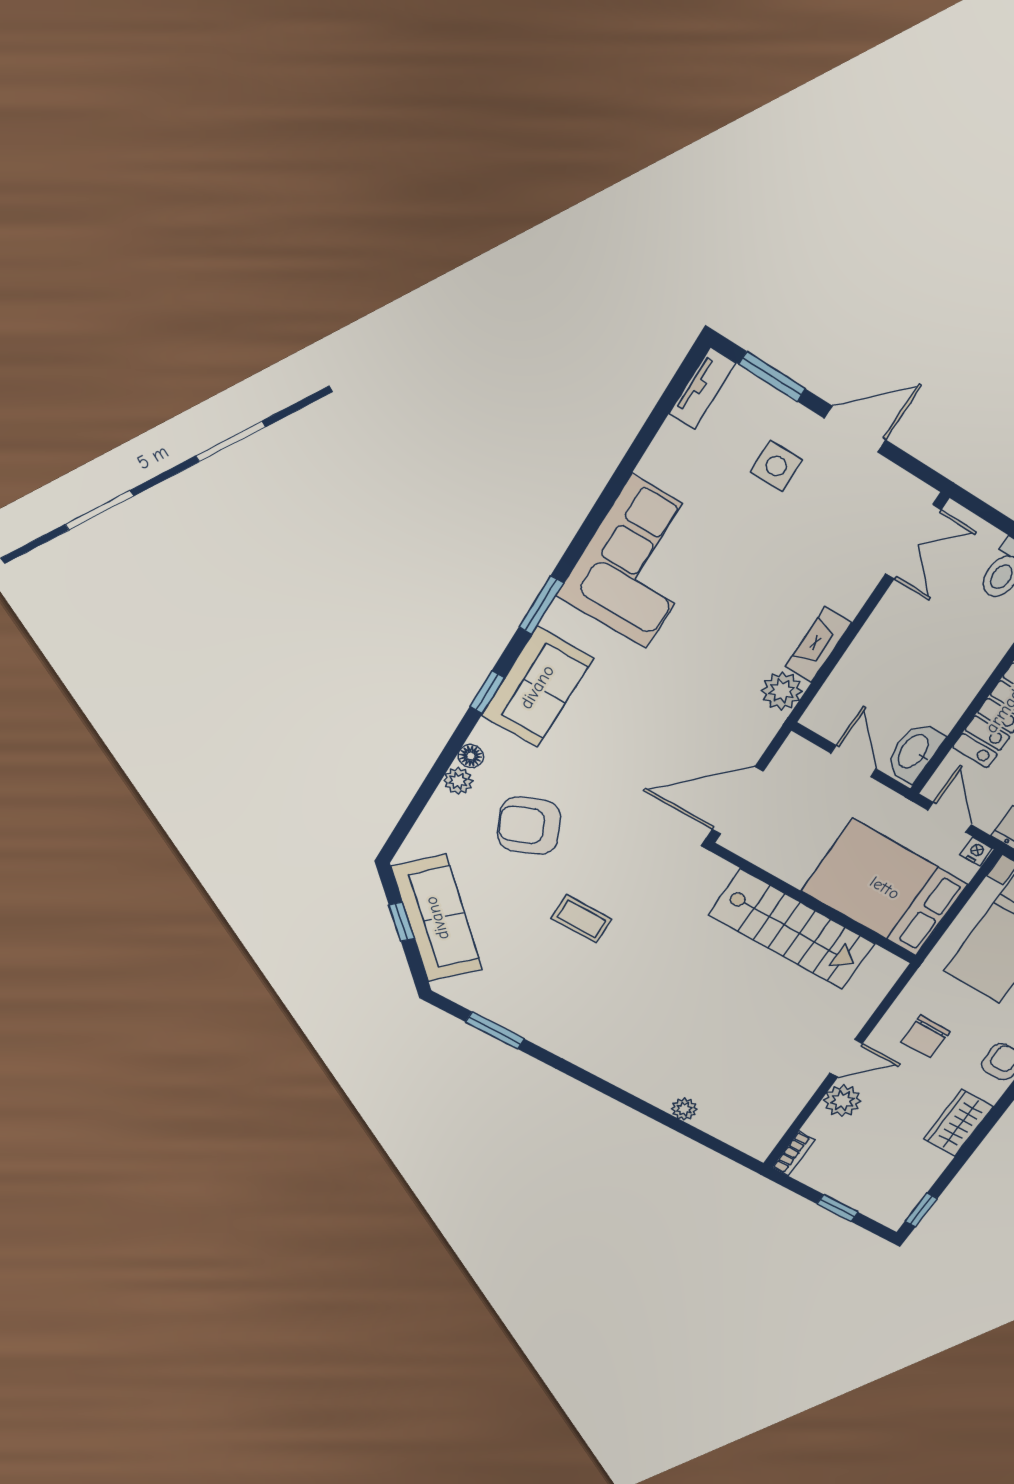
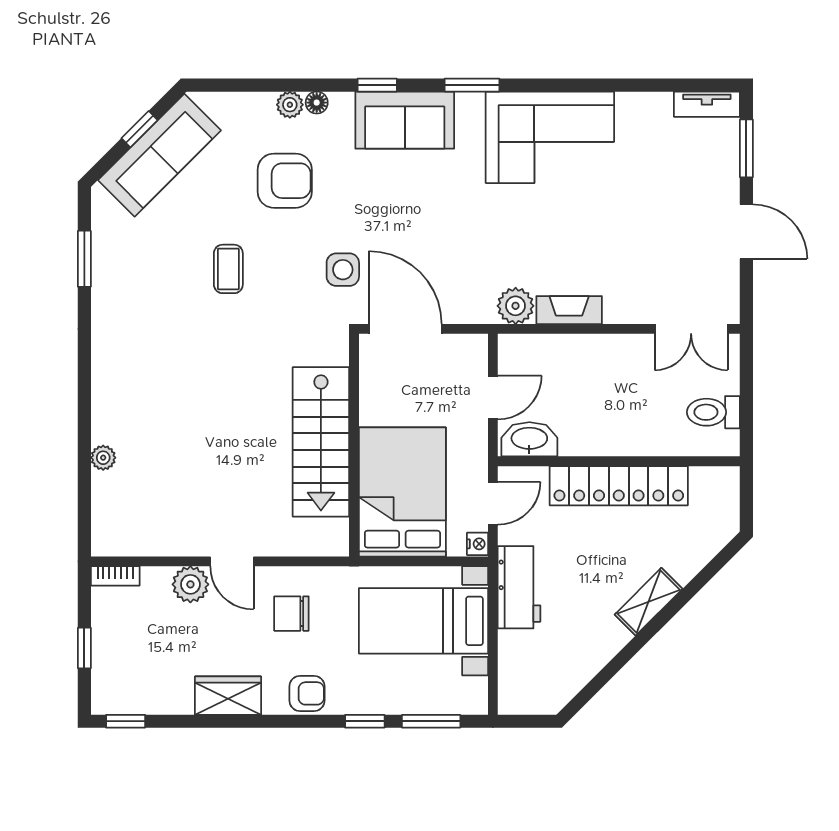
side table: (776, 466) -> (343, 270), moved
armchair: (529, 826) -> (285, 181), turned 113

